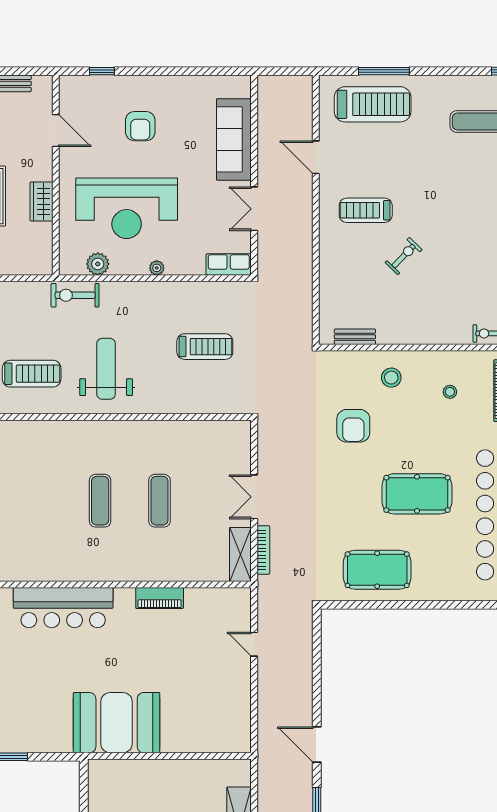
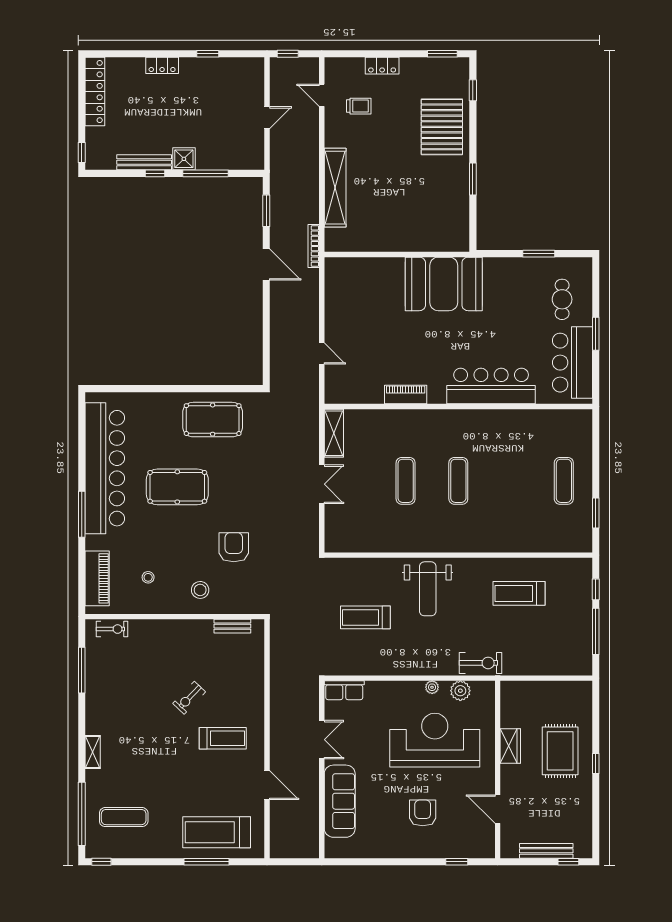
plant: (157, 268) -> (432, 687), moved
weight bench: (106, 369) -> (428, 589), moved
bookcase: (263, 550) -> (314, 246), moved

